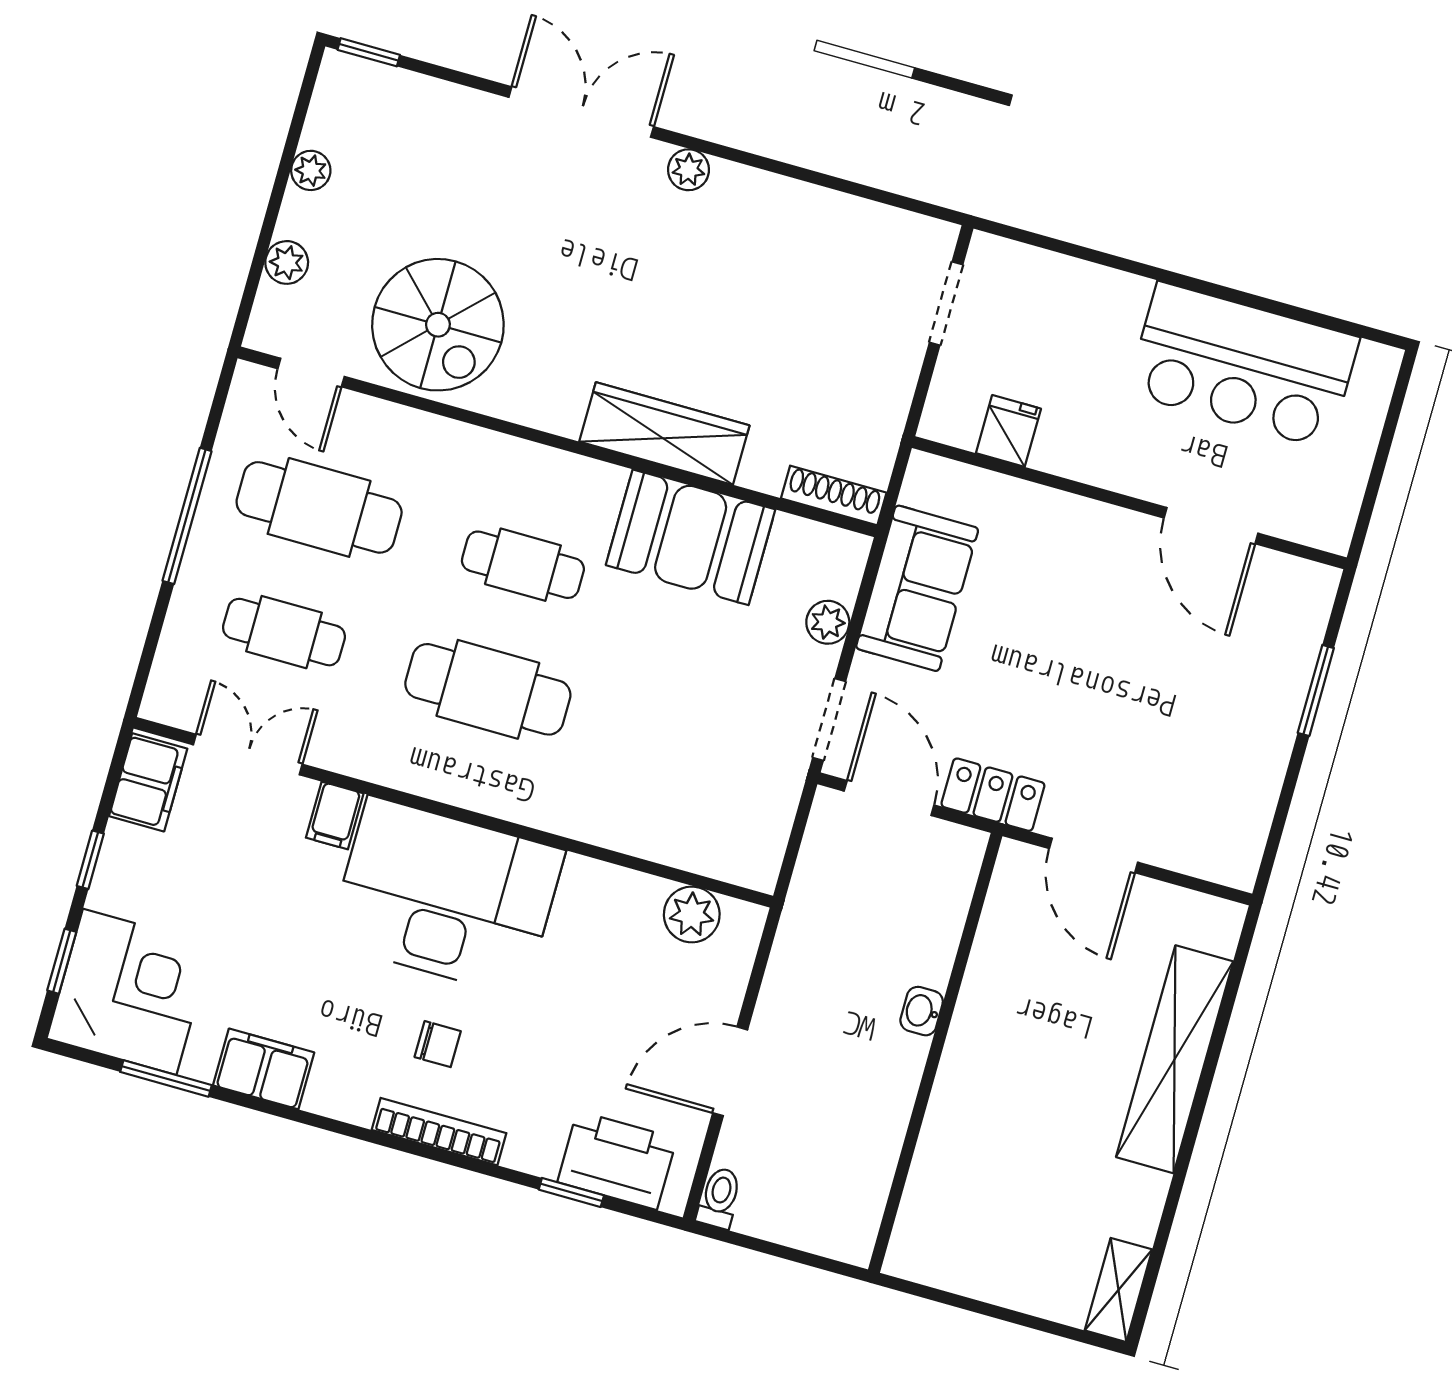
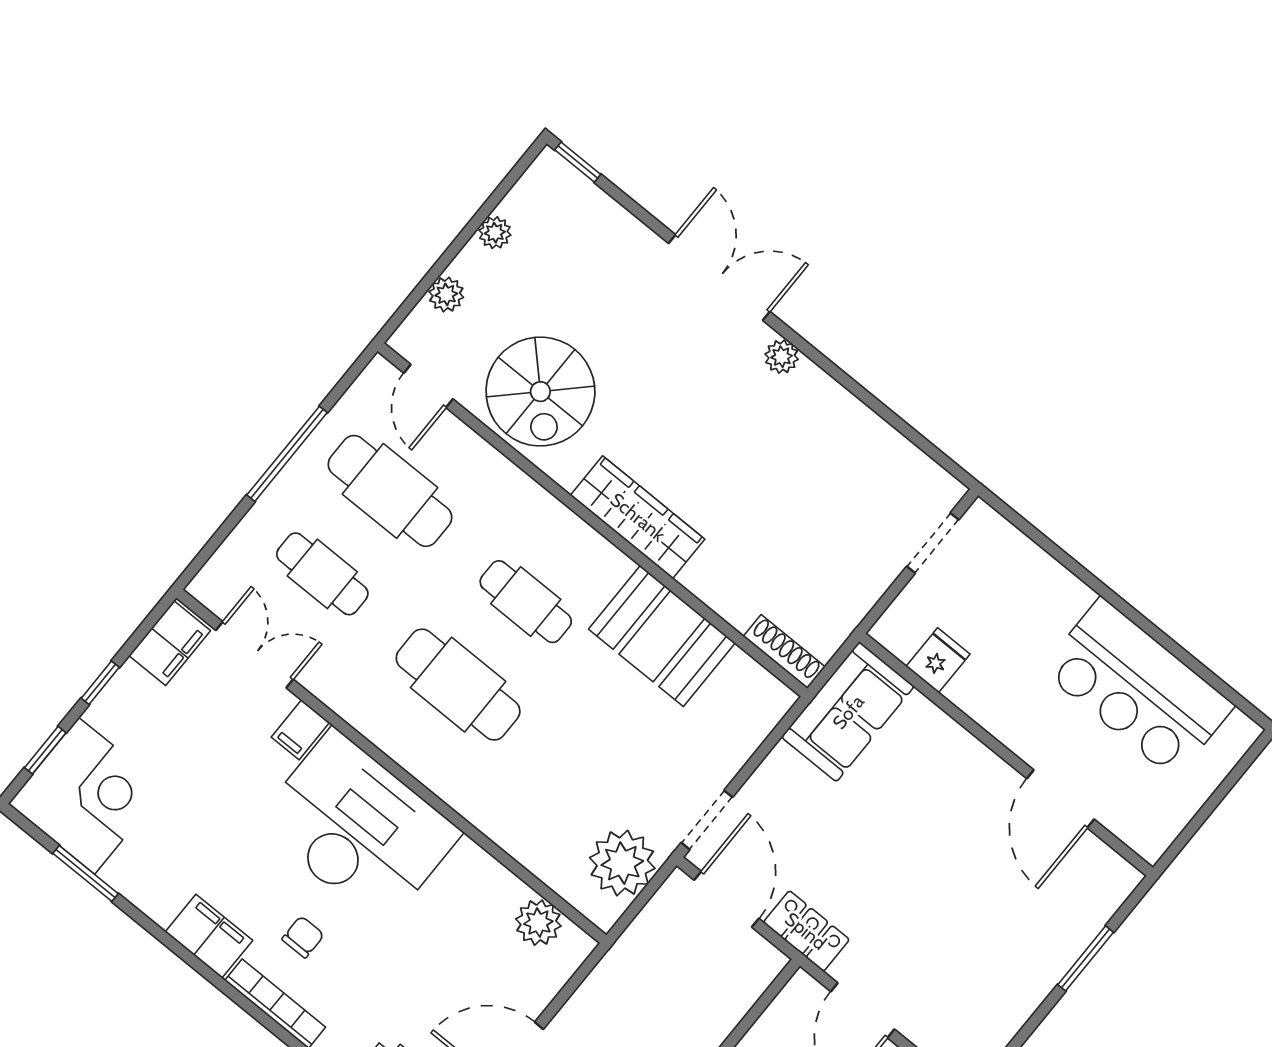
wardrobe: (664, 434) -> (638, 517), moved
sofa: (917, 588) -> (848, 712), moved
plant: (828, 622) -> (622, 863), moved, width x1.87, depth x1.87
chair: (438, 1044) -> (303, 937), turned -90
filing cabinet: (264, 1069) -> (209, 936), moved

